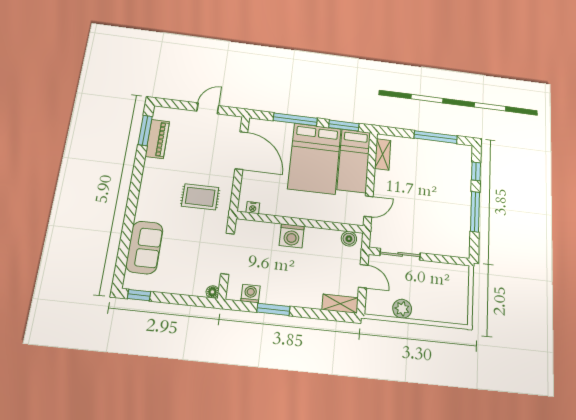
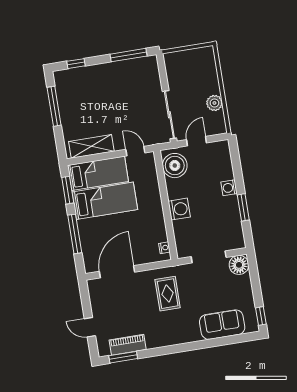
door: (208, 108) -> (90, 327), moved
shelving: (383, 154) -> (91, 146), width x1.50, depth x1.33
bed: (315, 159) -> (105, 201), width x0.67
window: (475, 212) -> (129, 55), moved
boiler: (349, 239) -> (175, 166), width x1.86, depth x1.86
sliding door: (400, 254) -> (169, 115), width x1.37
floor lamp: (212, 292) -> (239, 265), width x1.89, depth x1.89
washing machine: (250, 294) -> (229, 188), moved
shelving: (340, 304) -> (224, 155), removed

